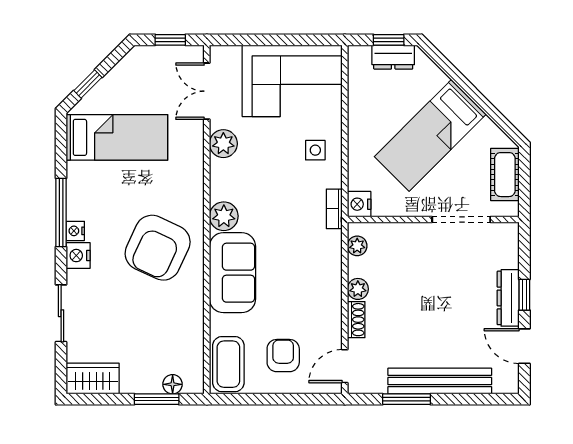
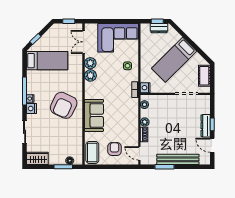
plant: (224, 216) -> (90, 75), moved
door: (345, 366) -> (139, 153), hinge flipped

